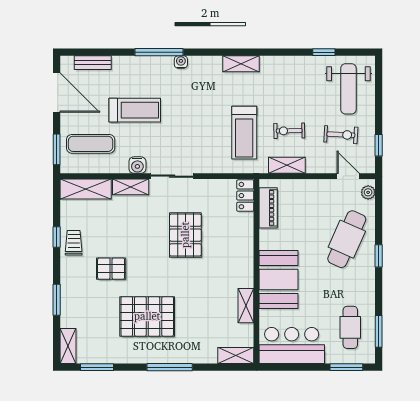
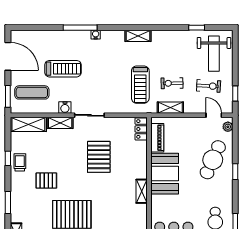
bench: (93, 63) -> (33, 35), removed
booth: (278, 279) -> (165, 174), moved
shelving: (246, 306) -> (142, 191), moved

